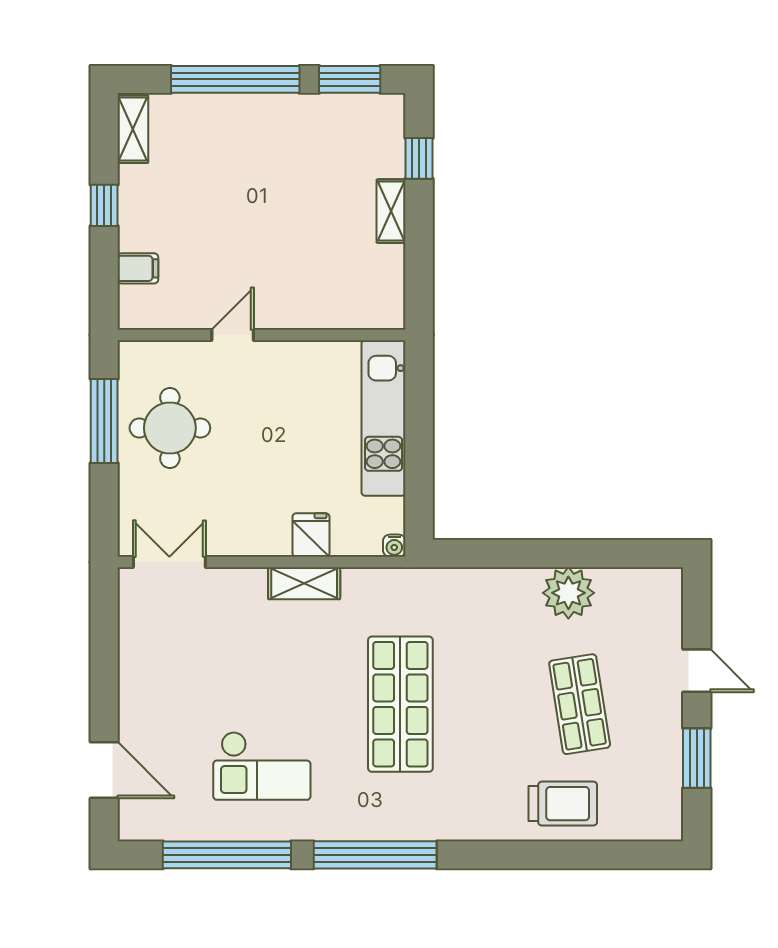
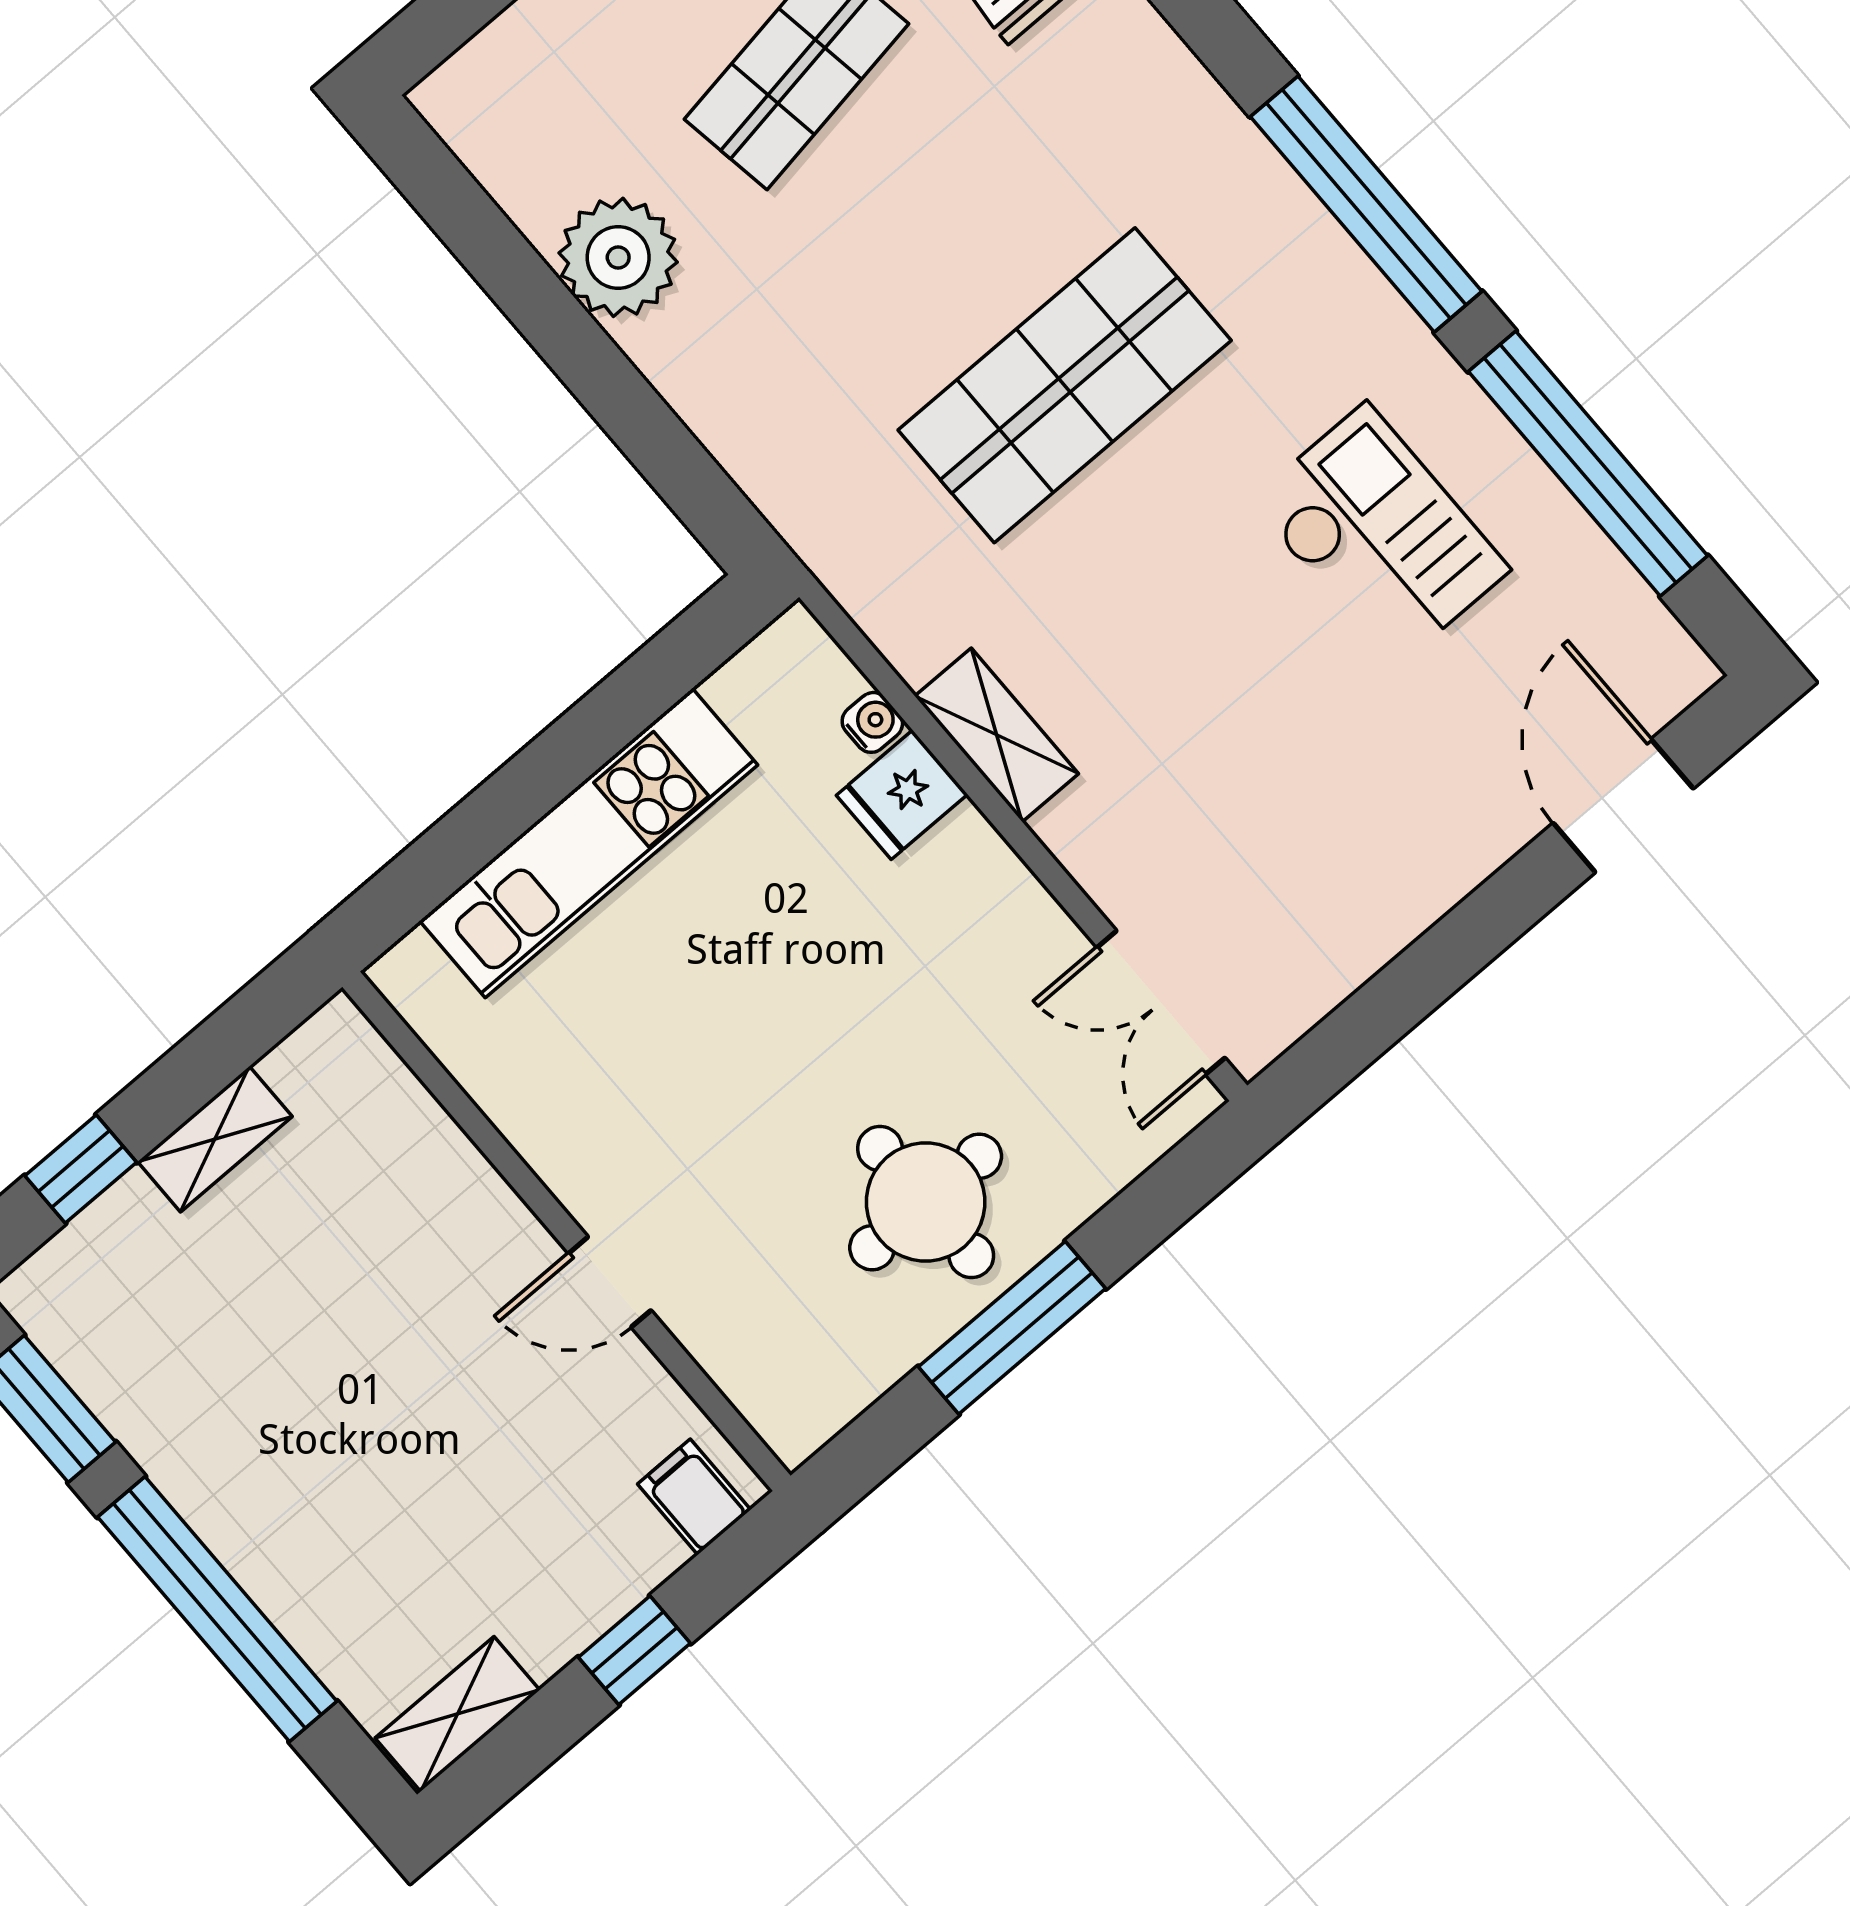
door: (233, 335) -> (610, 1282), moved
wall: (262, 335) -> (566, 1231), moved
water cooler: (394, 546) -> (872, 722), moved

